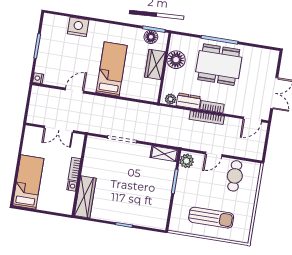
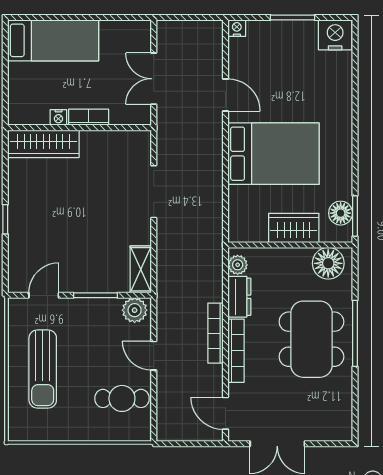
nightstand: (78, 27) -> (335, 35), moved, turned -90
floor lamp: (176, 60) -> (328, 263), moved
bed: (112, 69) -> (274, 154), width x1.50
bookcase: (212, 107) -> (236, 351), width x1.56
door: (170, 210) -> (44, 295), added

